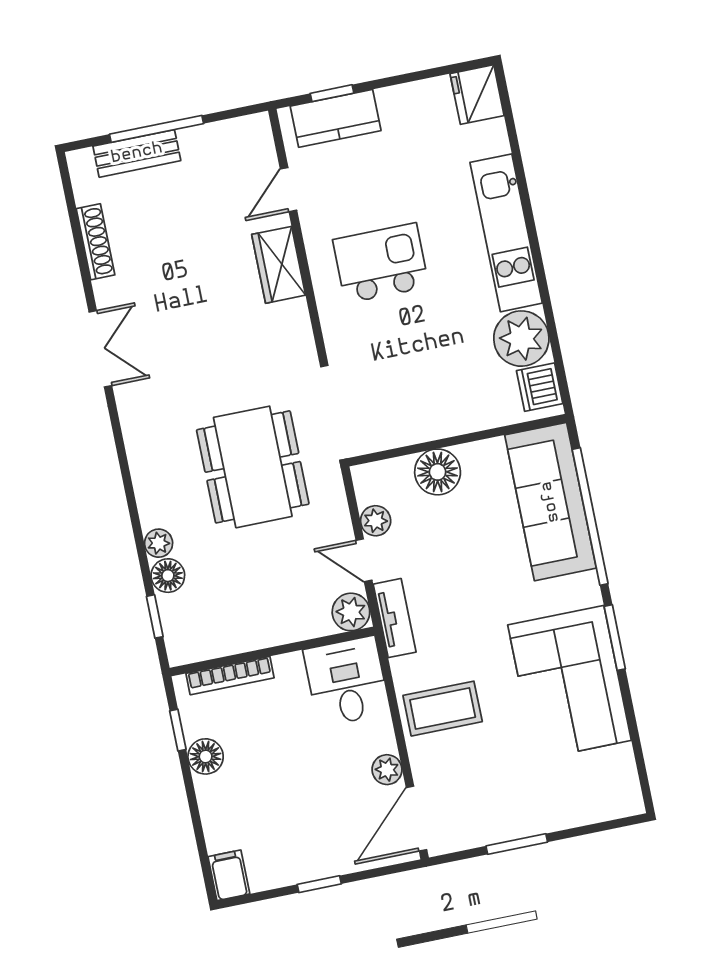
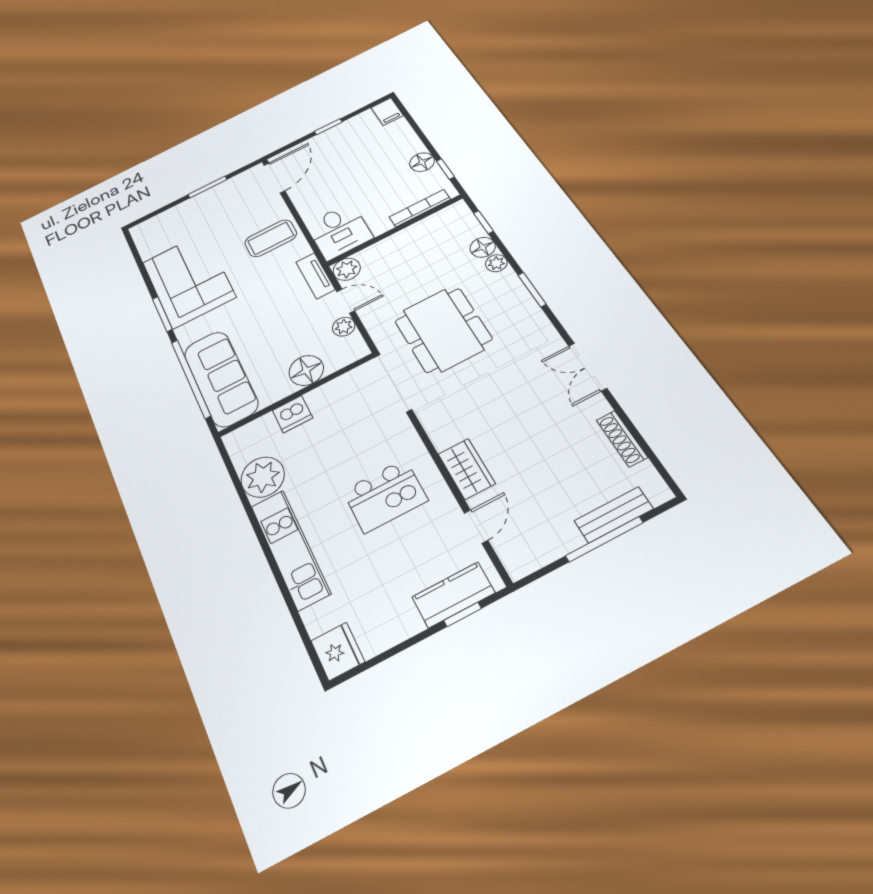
dishwasher: (540, 387) -> (292, 414), moved, turned 90
window: (128, 485) -> (532, 290), added
plant: (387, 770) -> (300, 195), removed

